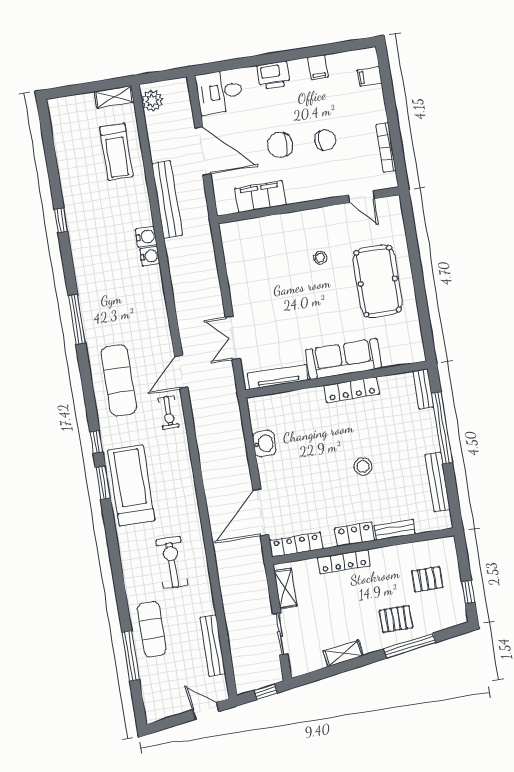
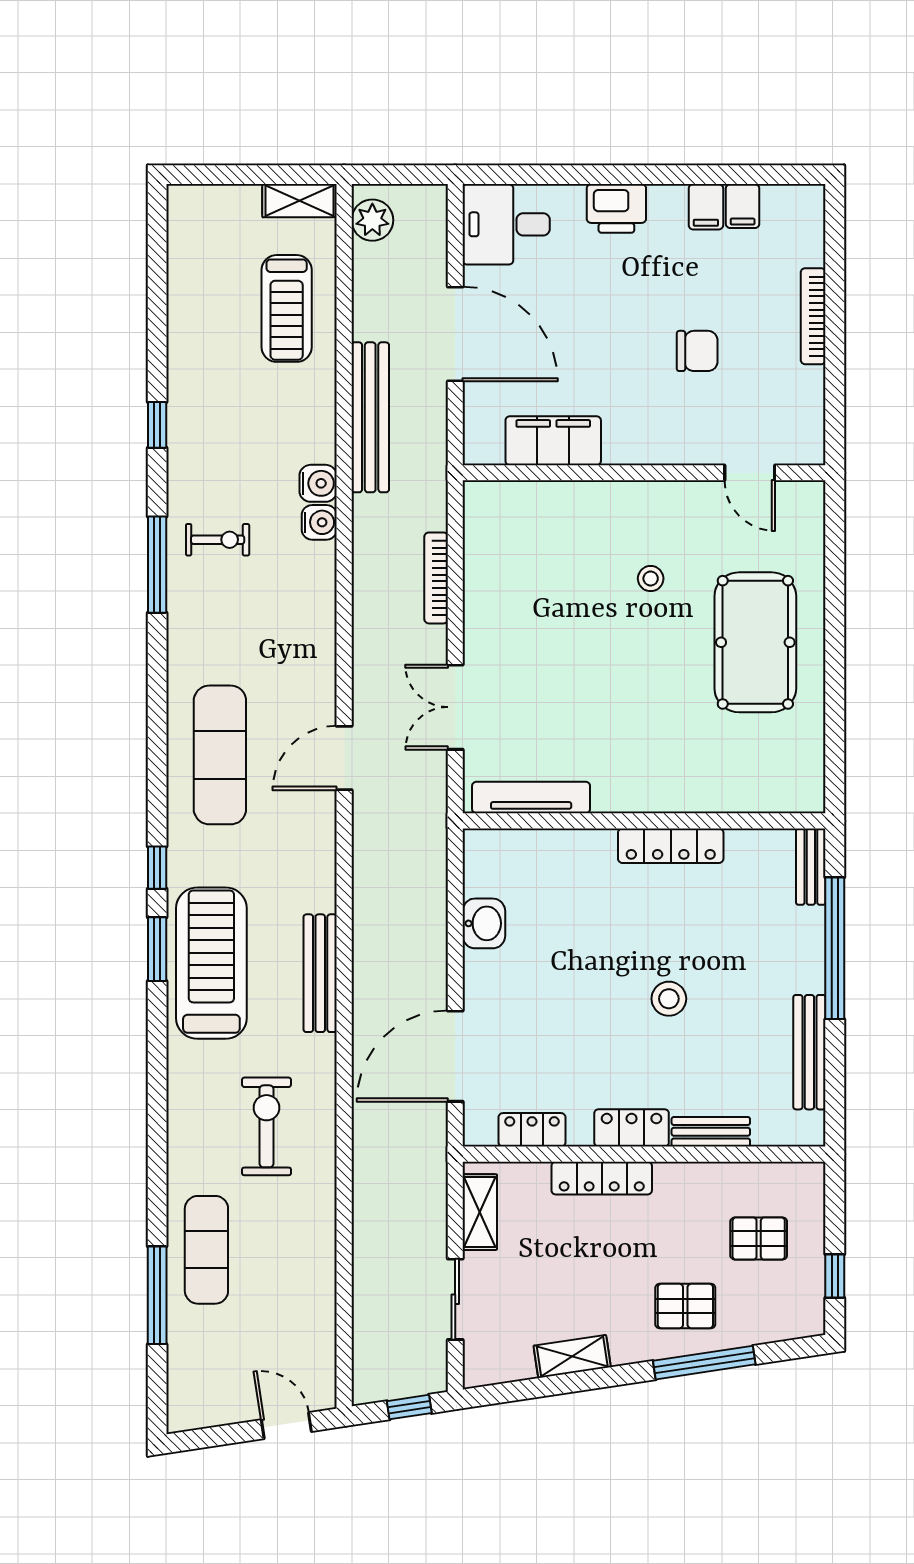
filing cabinet: (370, 76) -> (743, 206), moved, turned -90
chair: (280, 145) -> (607, 346), removed
bookcase: (386, 147) -> (813, 316), moved
bookcase: (213, 275) -> (436, 578), added
window: (77, 319) -> (157, 565), moved
sofa: (343, 359) -> (664, 783), removed
exercise bike: (168, 413) -> (218, 540), moved, turned -90
locker: (296, 544) -> (532, 1130), width x0.66
bench: (213, 646) -> (320, 973), moved

